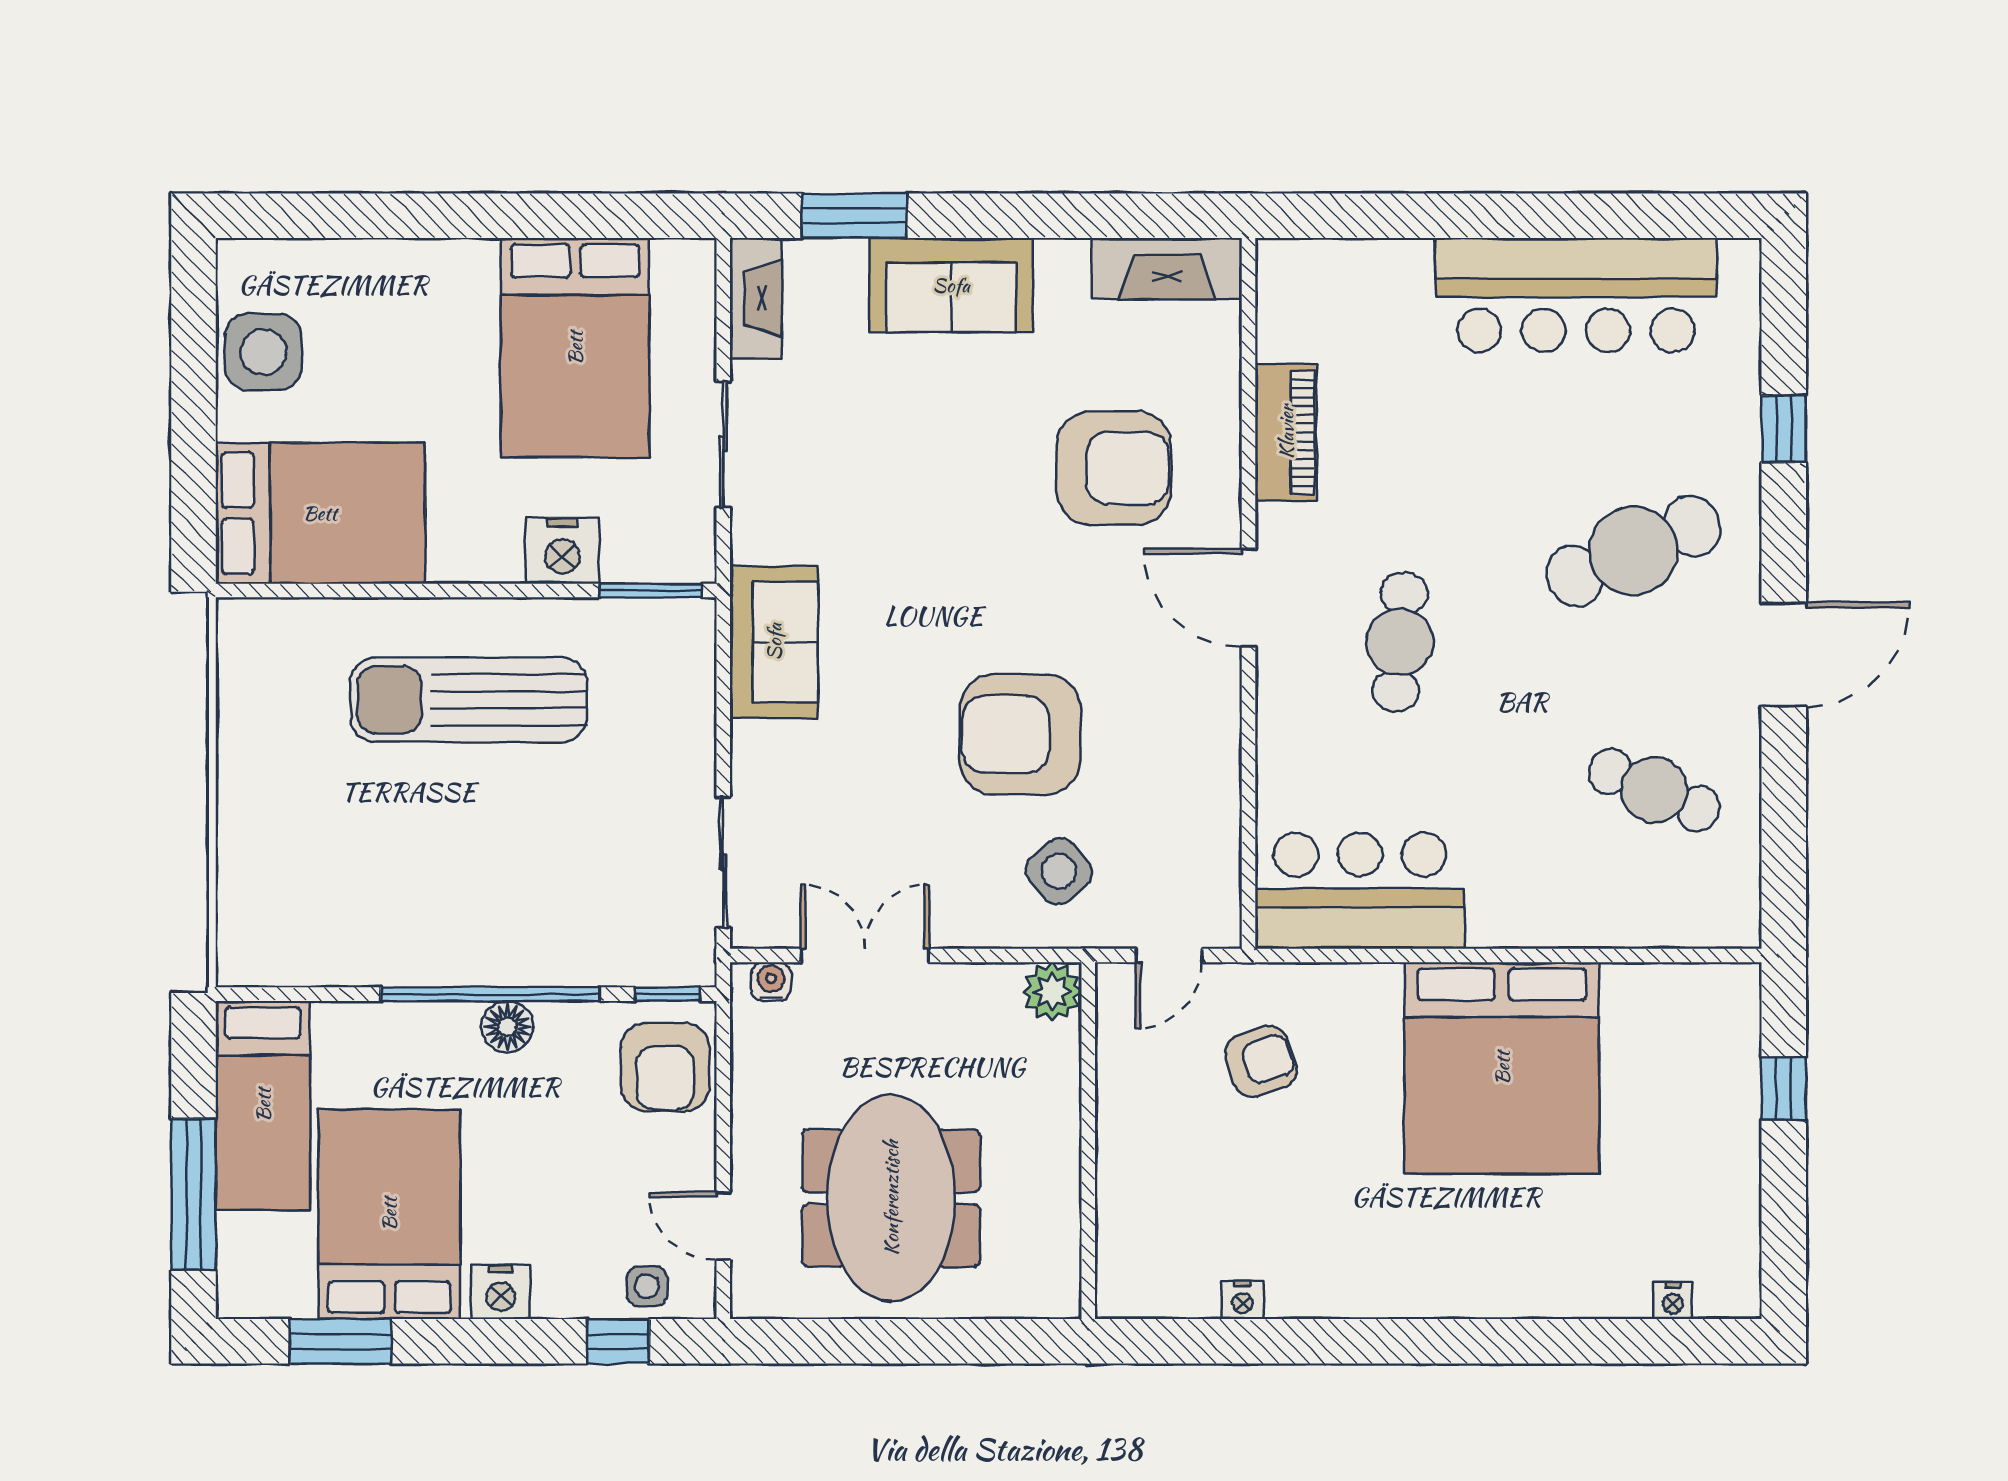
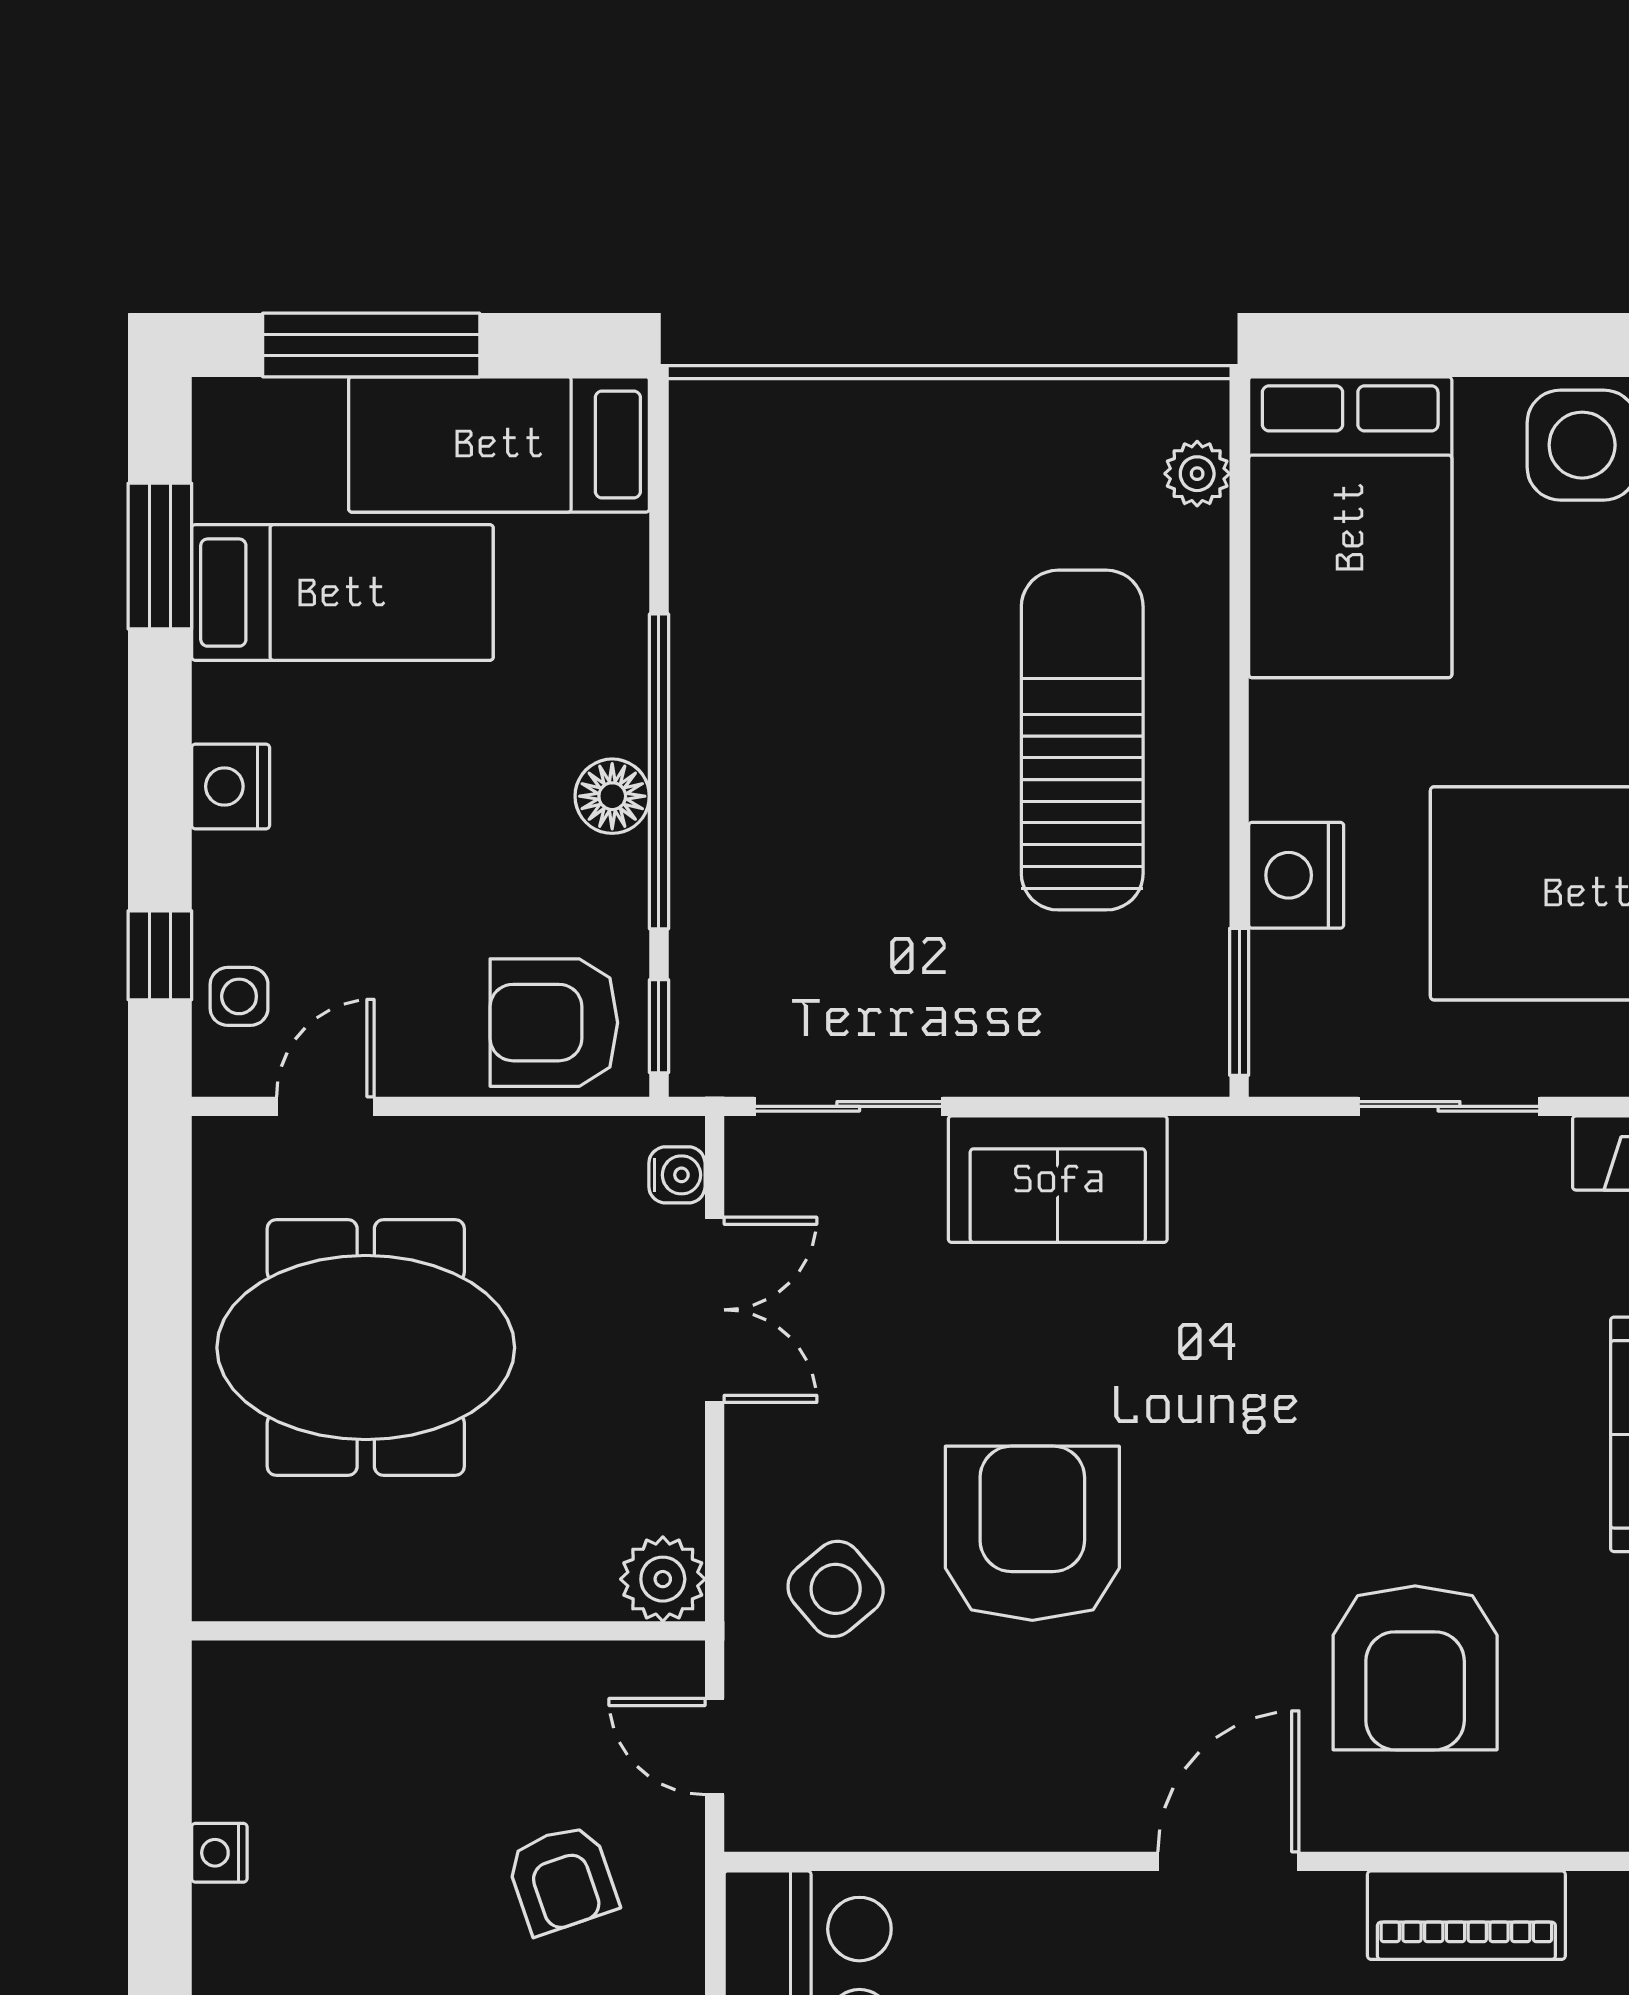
plant: (283, 620) -> (1197, 474), added
sofa: (774, 642) -> (1058, 1179), moved
bed: (389, 1214) -> (342, 593), width x0.67

